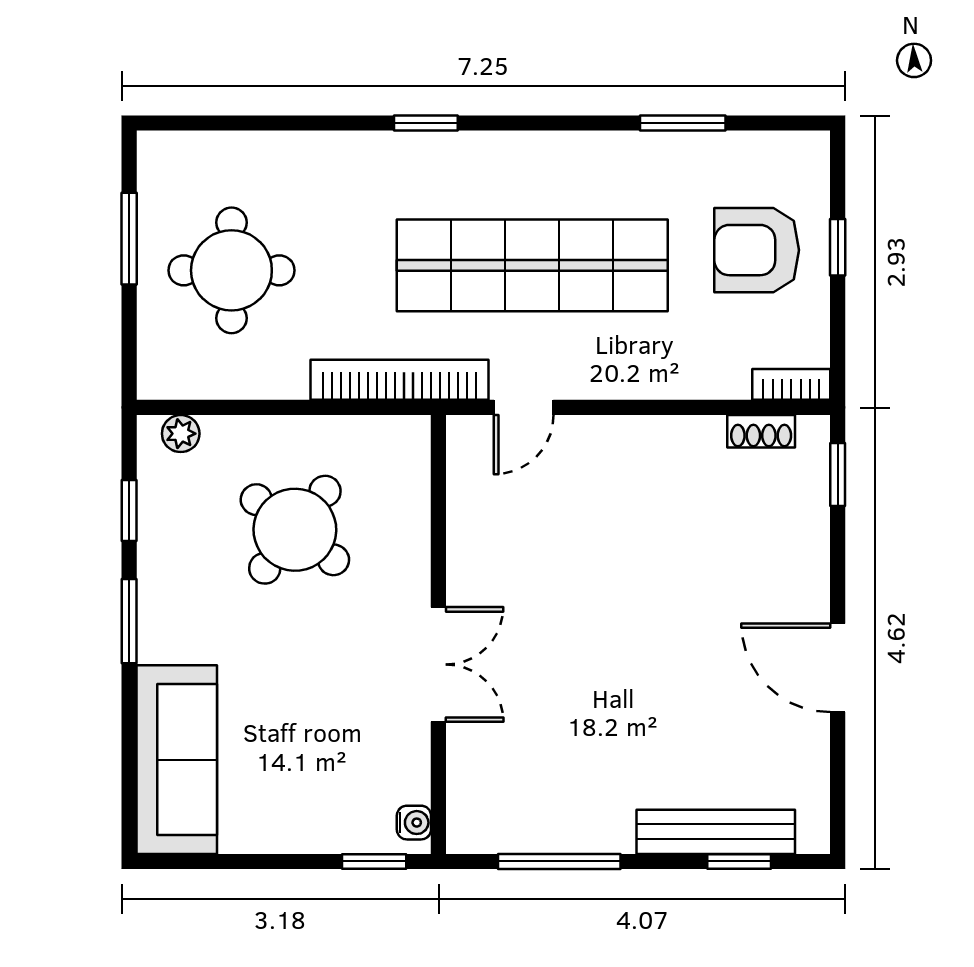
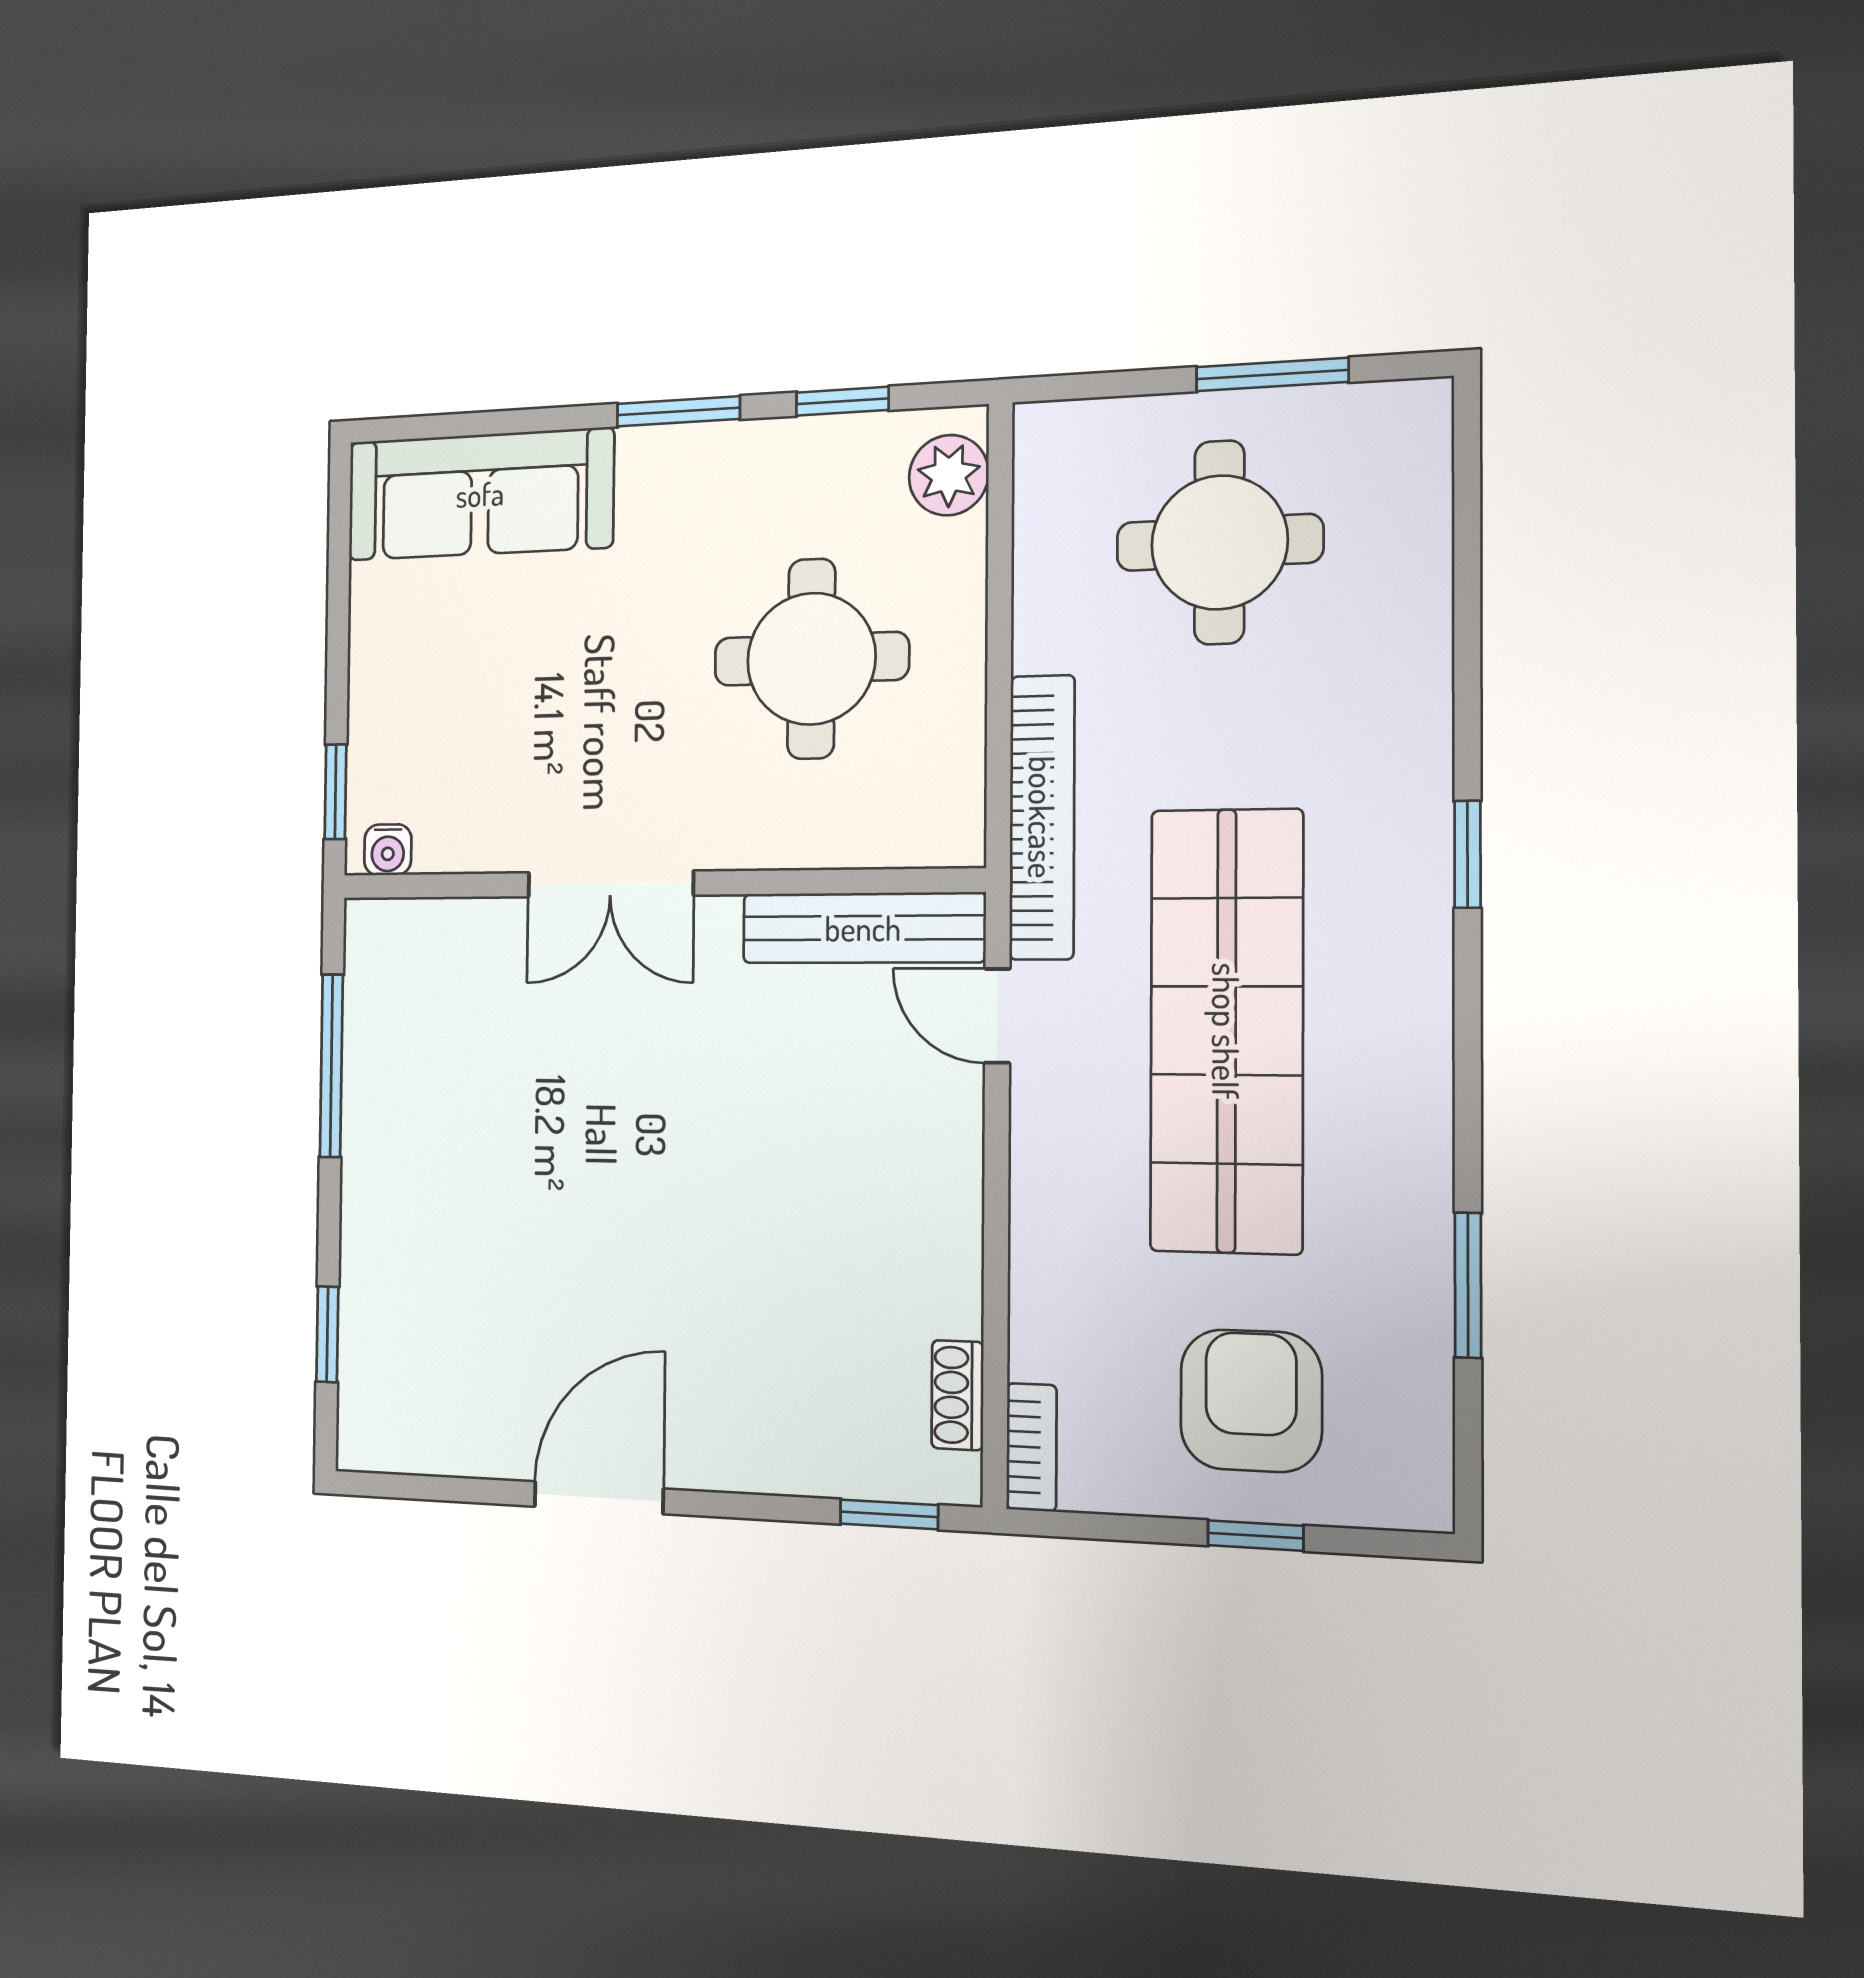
plant: (181, 434) -> (949, 475), width x1.38, depth x1.38
round table: (295, 530) -> (811, 659), turned -38
bench: (716, 832) -> (863, 928), moved, turned 90

